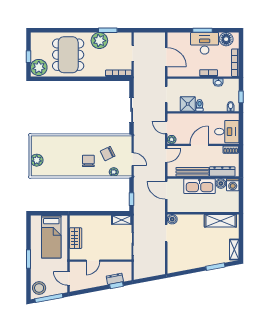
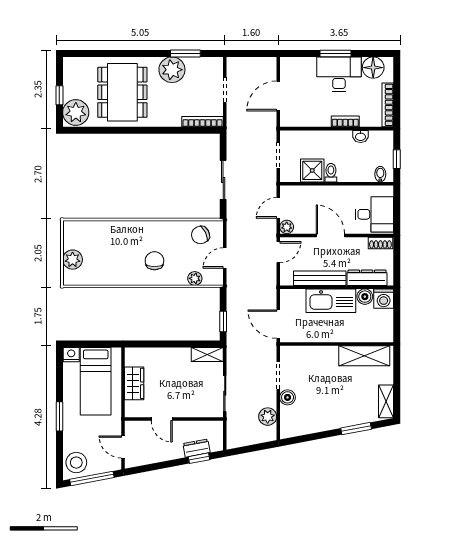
door: (166, 57) -> (278, 96), swing flipped
door: (166, 128) -> (278, 208), hinge flipped
door: (199, 145) -> (330, 235), hinge flipped
chair: (108, 154) -> (201, 235), moved
door: (133, 159) -> (225, 258), swing flipped
door: (166, 190) -> (278, 324), moved
boiler: (172, 219) -> (288, 397), moved
nightstand: (36, 220) -> (71, 355), added
plant: (160, 259) -> (268, 417), added
door: (93, 261) -> (162, 419), hinge flipped

